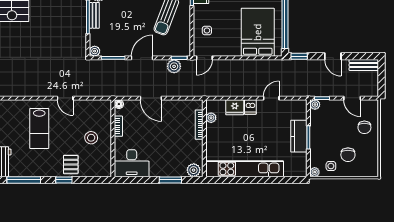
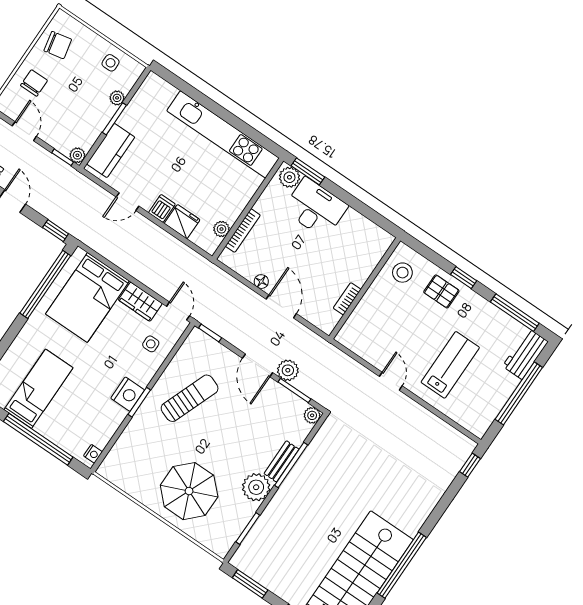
wardrobe: (228, 49) -> (140, 302), added
door: (142, 58) -> (258, 365), hinge flipped
door: (204, 58) -> (178, 311), hinge flipped
plant: (174, 66) -> (288, 370), moved
floor lamp: (119, 104) -> (261, 282), moved
kitchen counter: (299, 136) -> (111, 150), moved
stool: (91, 138) -> (402, 273), moved
chair: (348, 155) -> (58, 45), moved, turned 78
desk: (132, 163) -> (315, 208), moved
pallet: (71, 164) -> (441, 291), turned 90
plant: (315, 172) -> (117, 98), moved
window: (170, 180) -> (308, 171), moved

